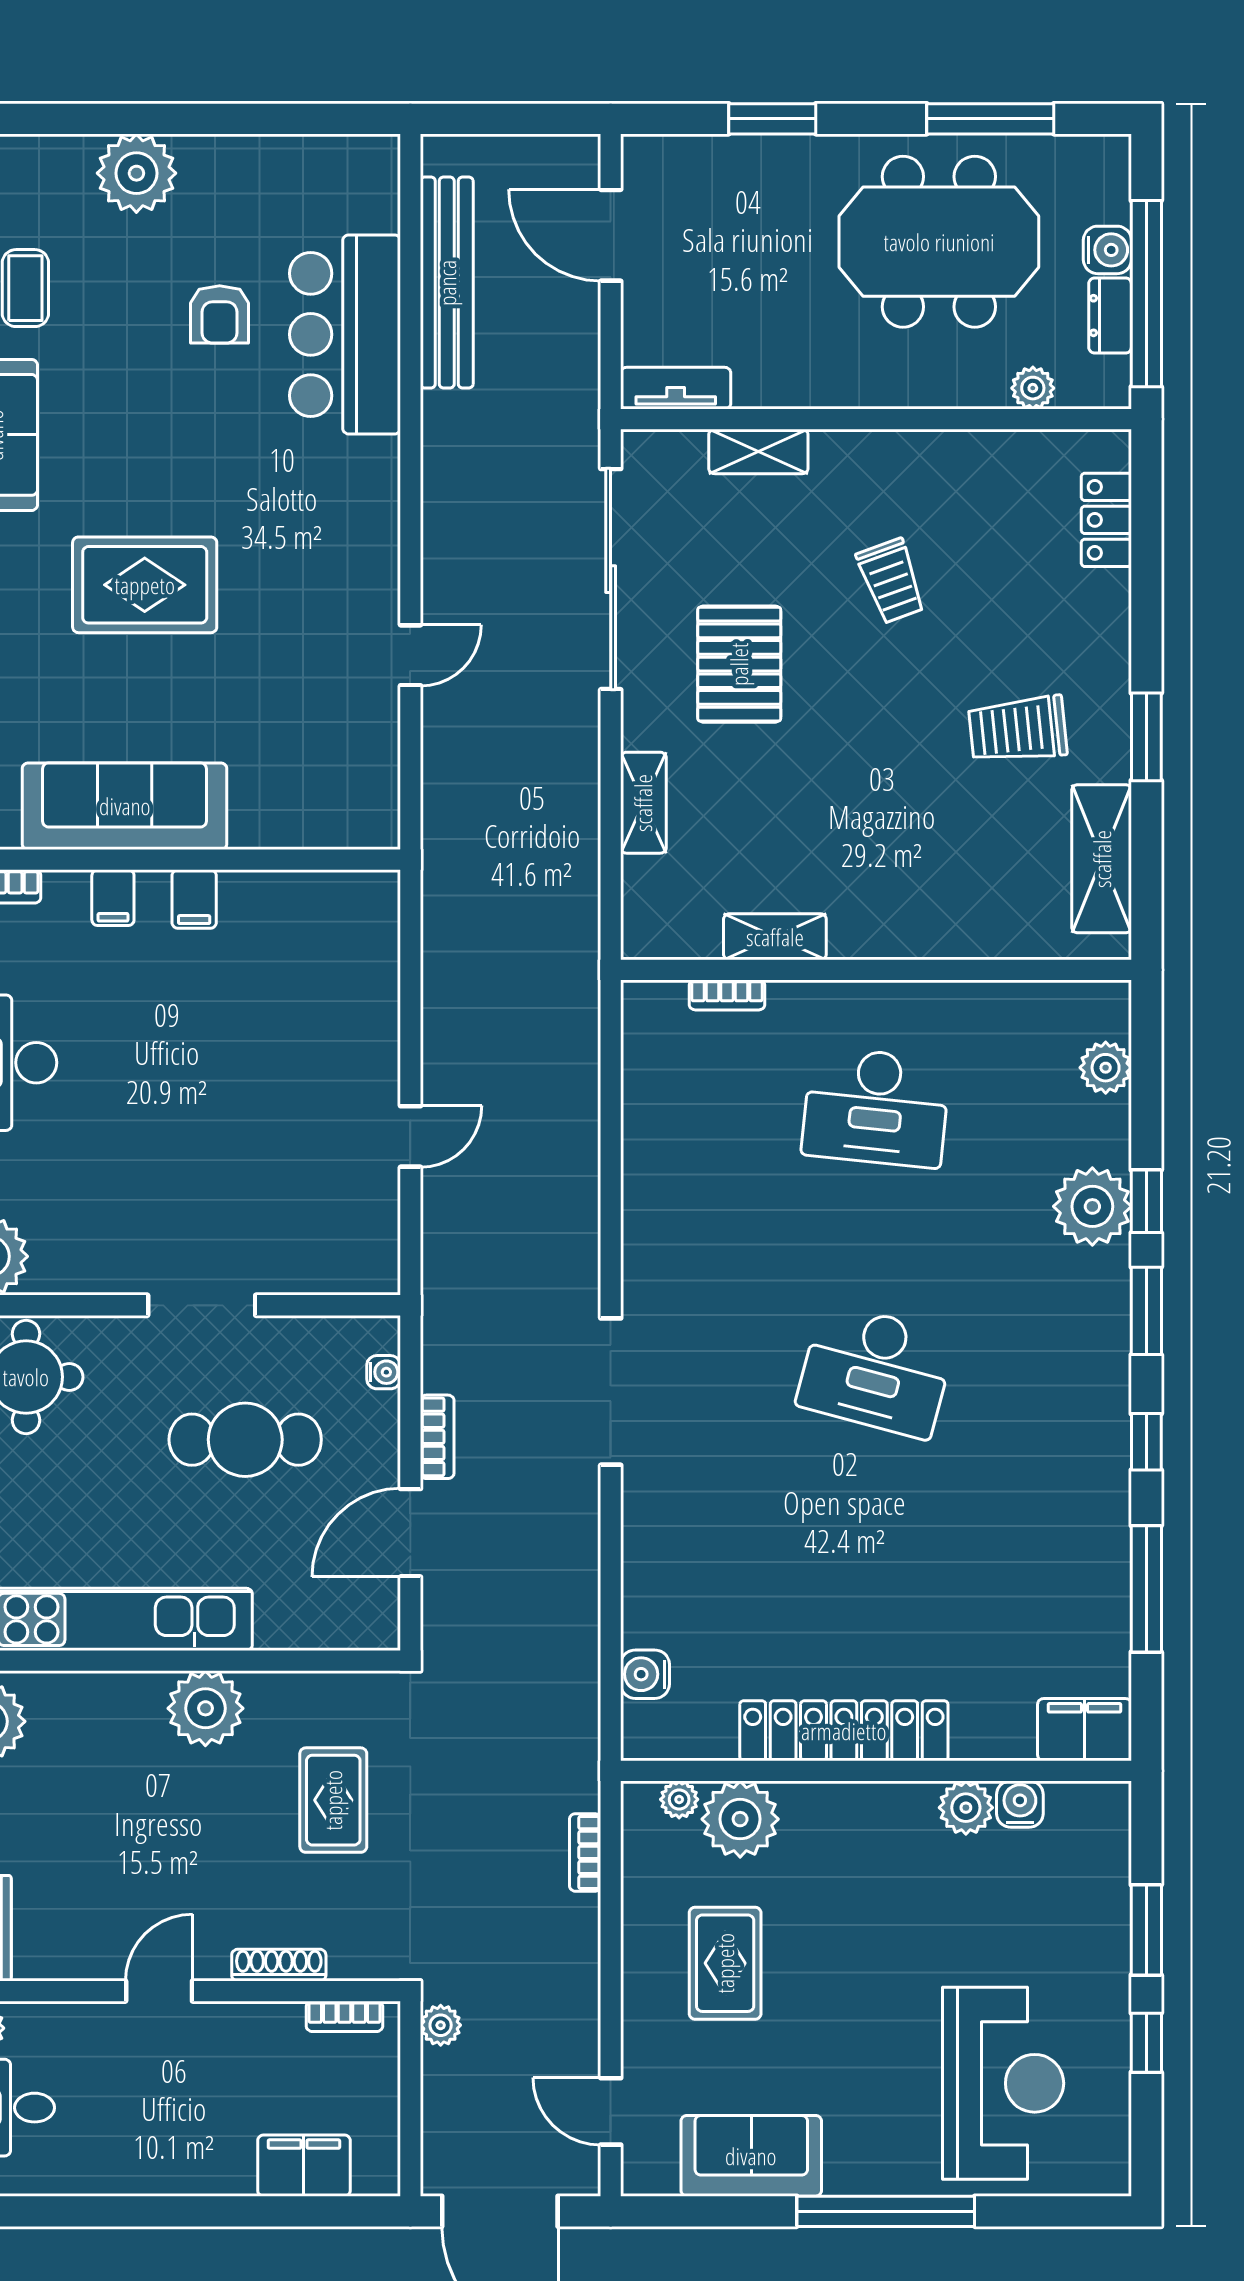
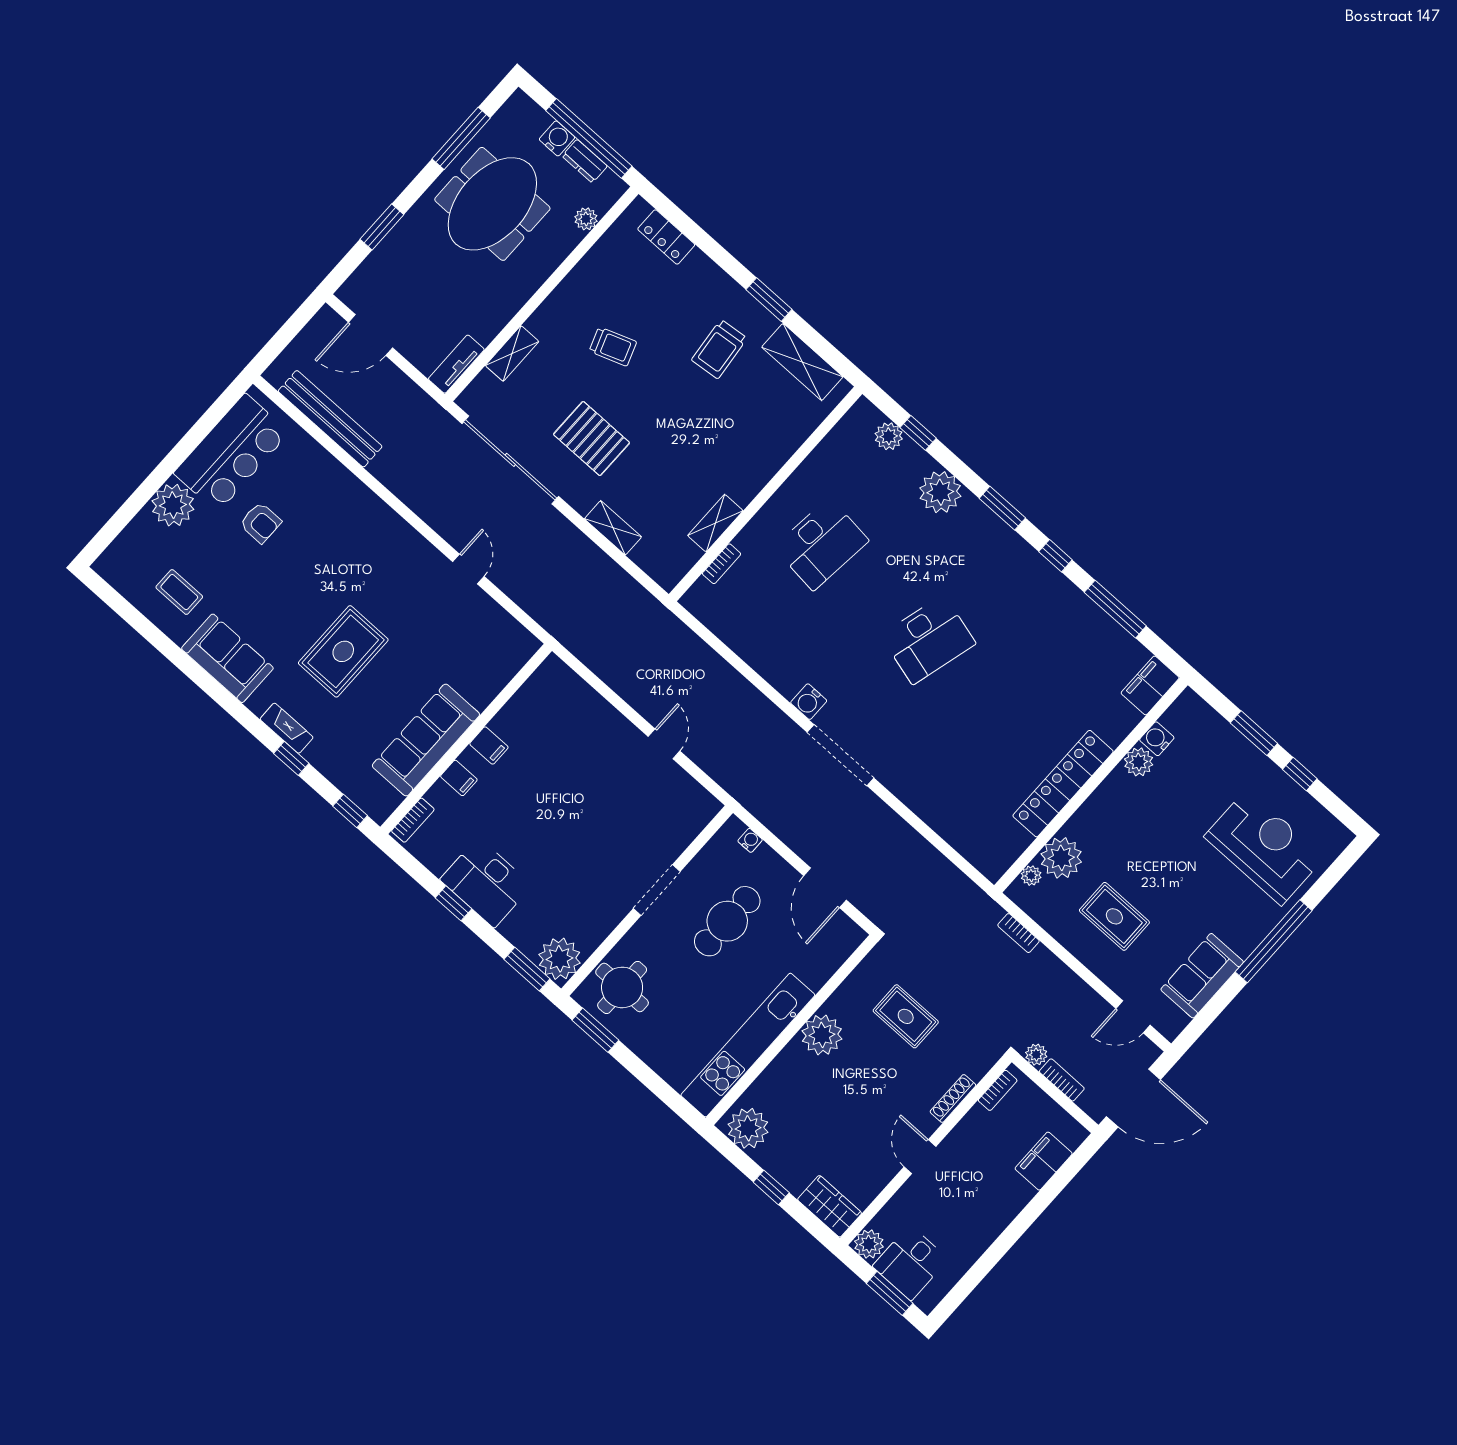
bar counter: (345, 334) -> (231, 453), moved, turned -90
window: (1146, 1201) -> (918, 433), moved
bookcase: (437, 1437) -> (1062, 1080), moved
water cooler: (645, 1674) -> (809, 702), moved

